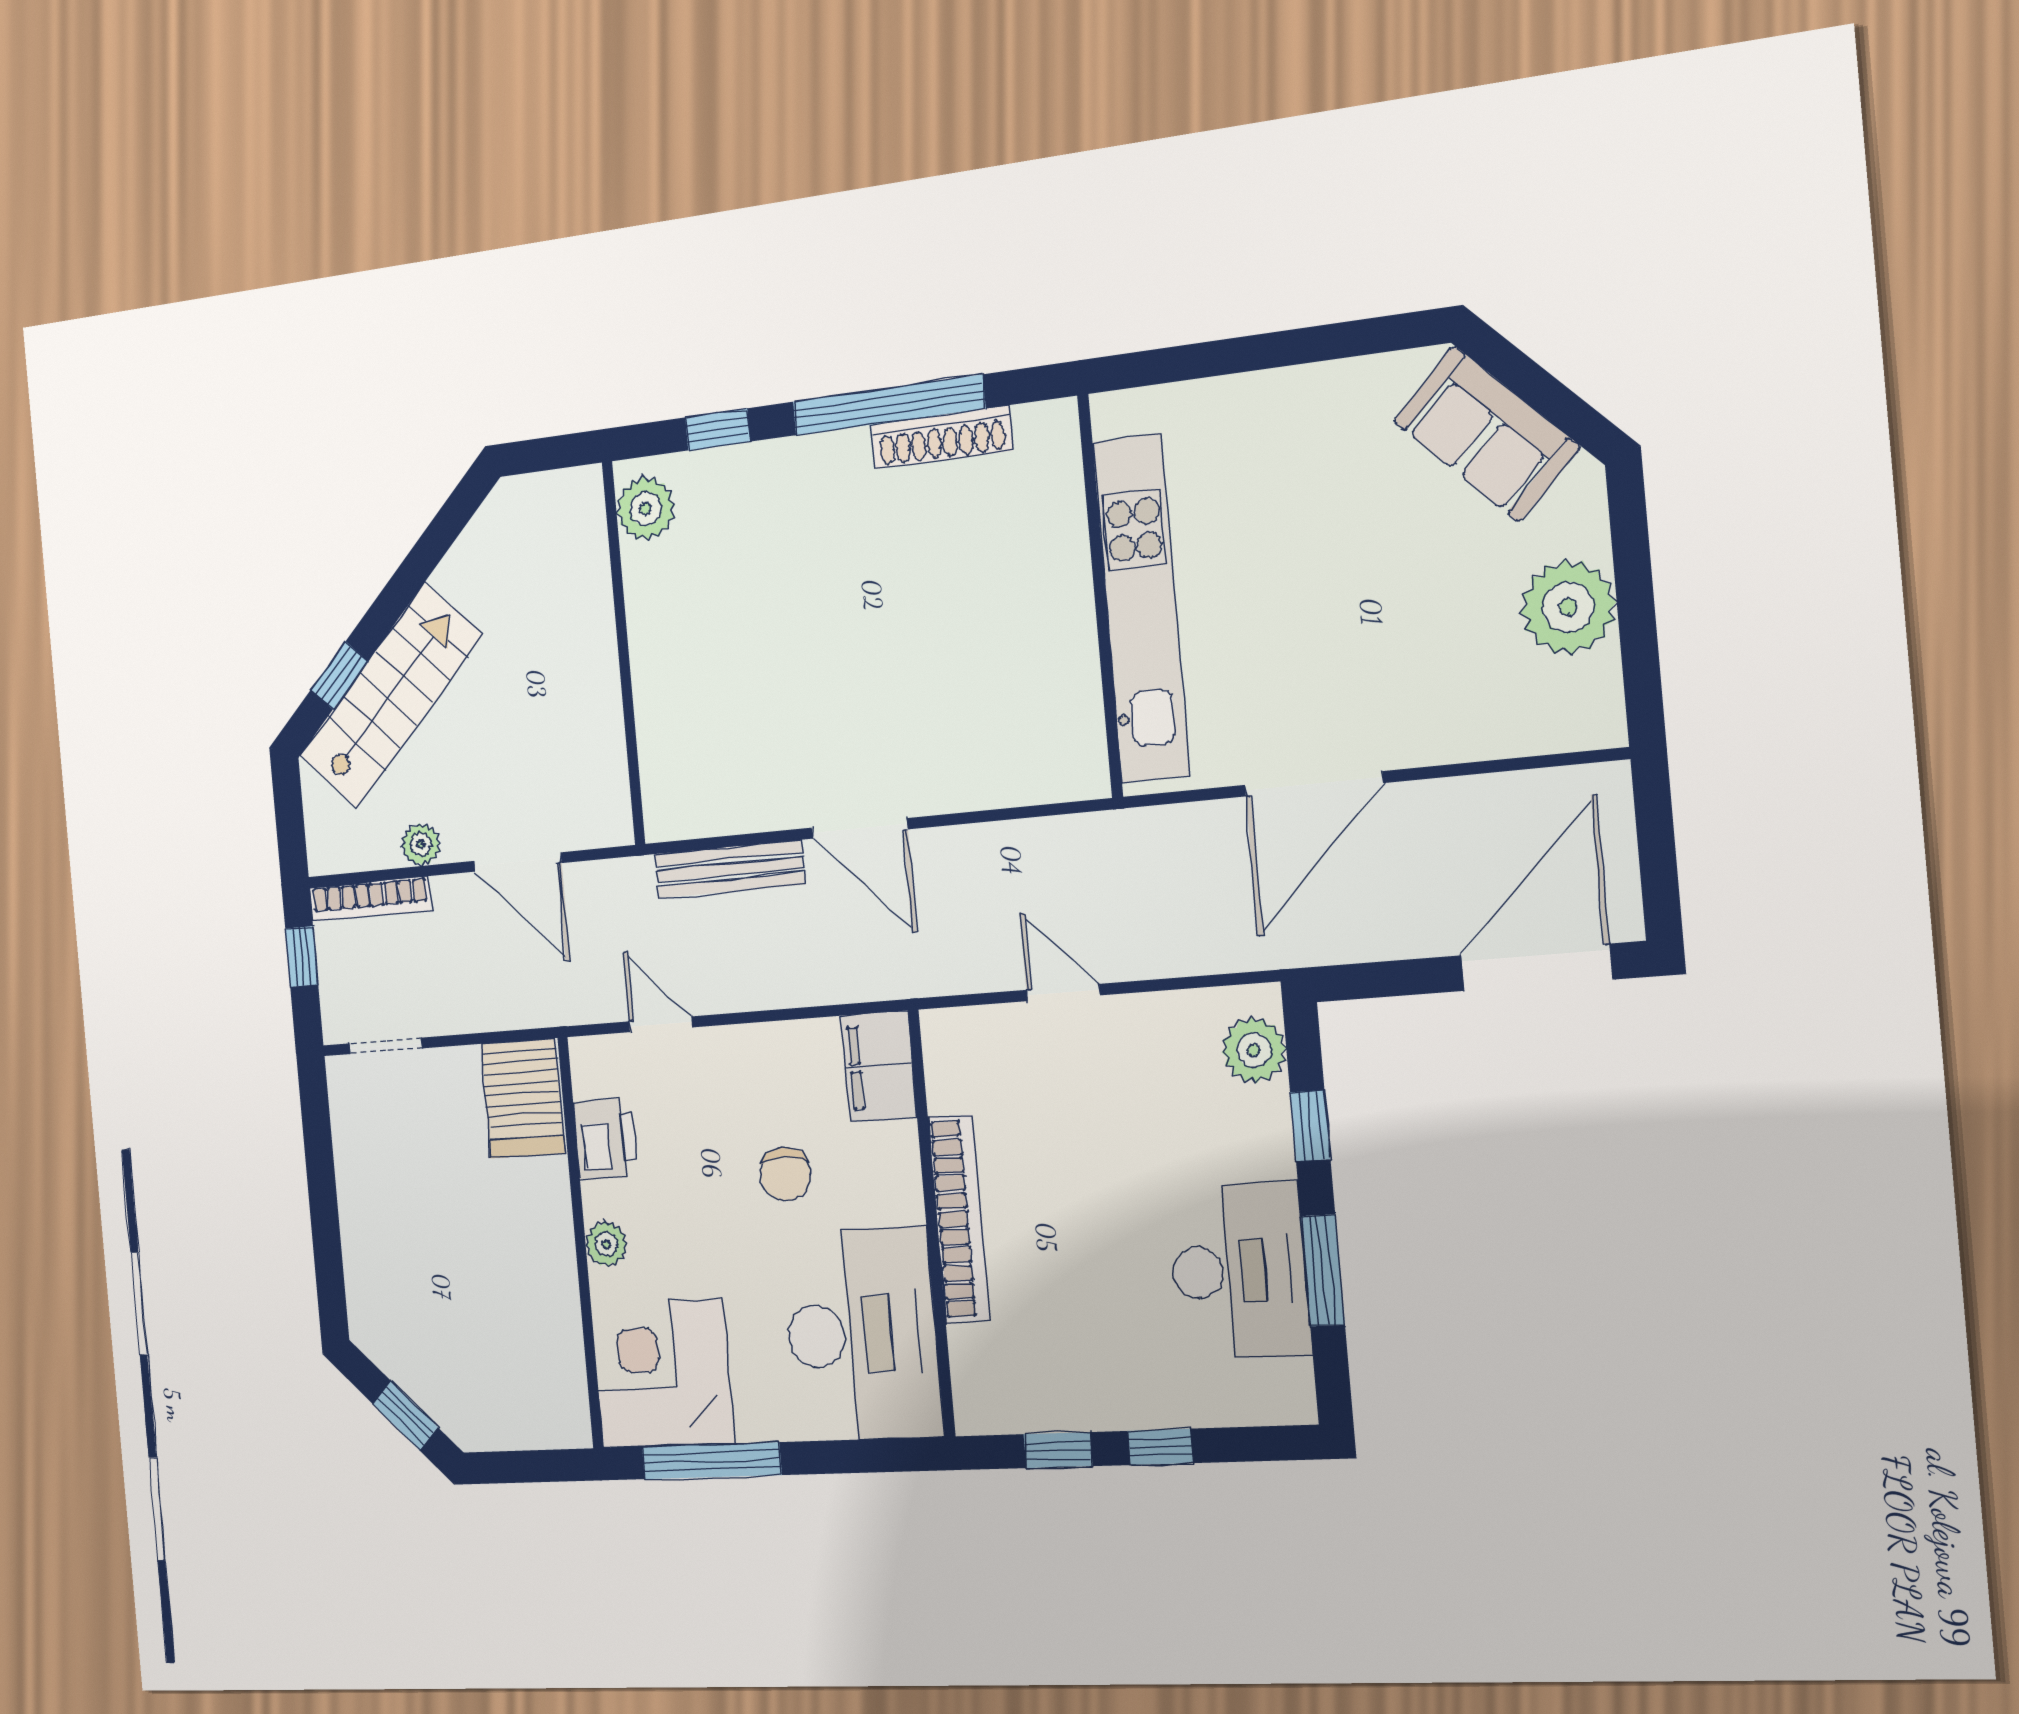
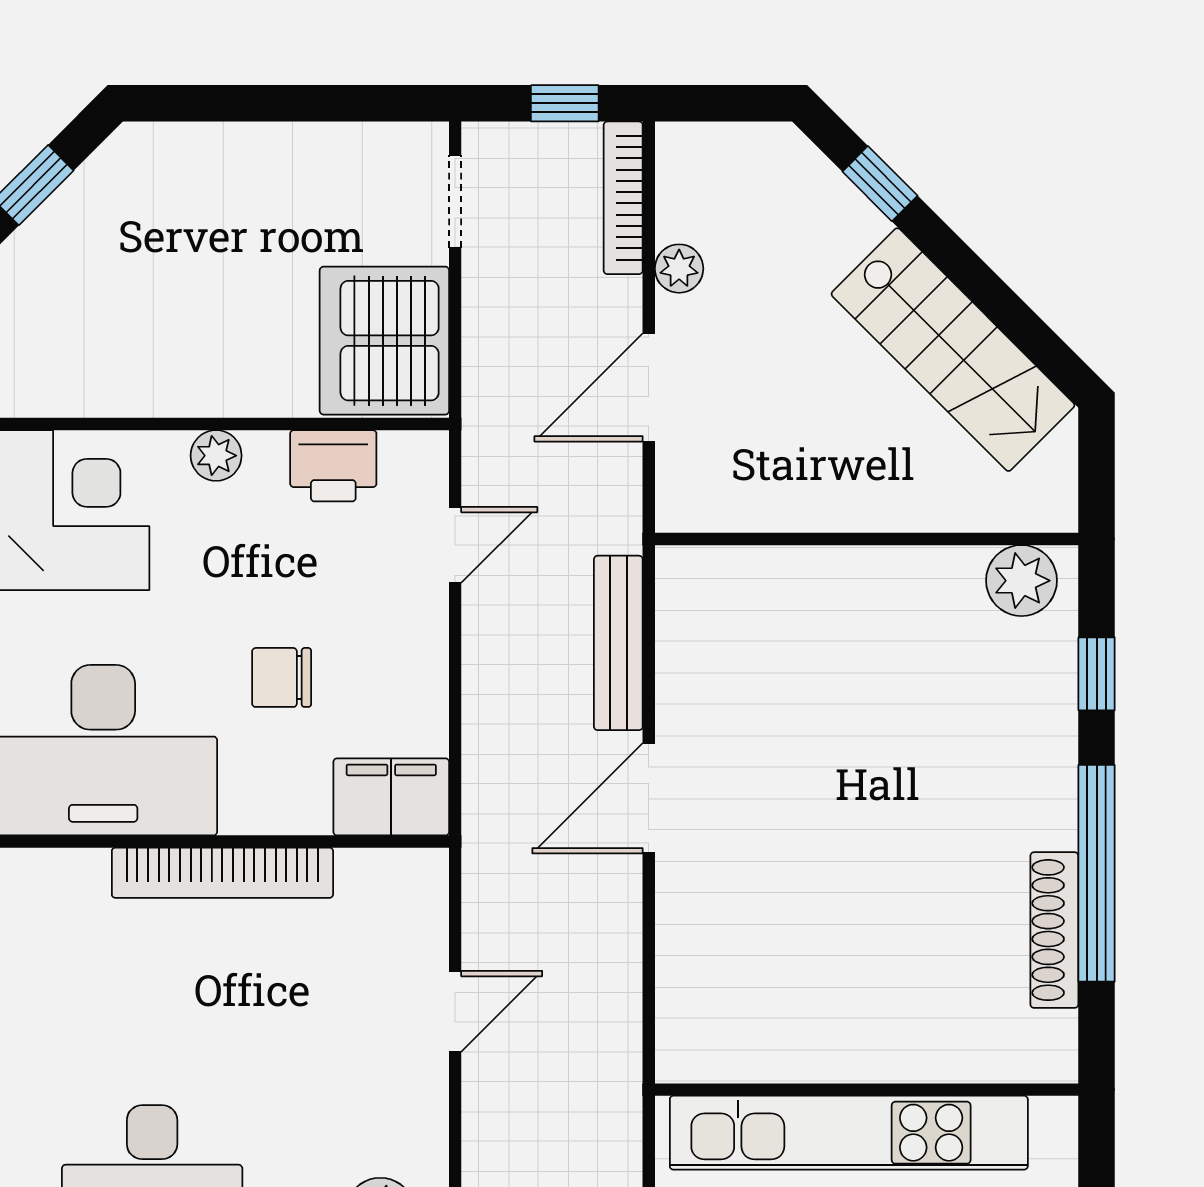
stairs: (391, 696) -> (953, 350), moved
server rack: (523, 1098) -> (384, 341), width x1.60

